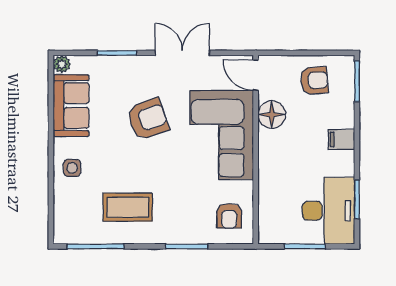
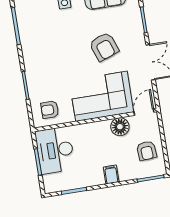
coffee table: (128, 207) -> (45, 43), removed
desk: (328, 211) -> (55, 150), moved, turned 90

